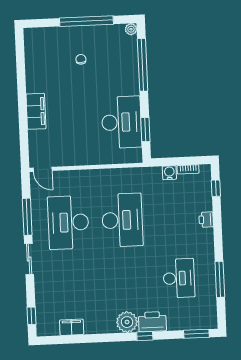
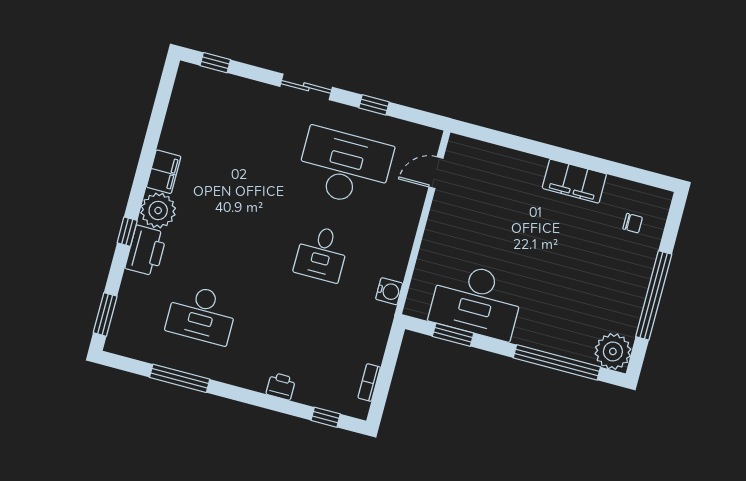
plant: (131, 29) -> (613, 351), width x1.88, depth x1.88
chair: (81, 59) -> (633, 223), moved
filing cabinet: (36, 111) -> (574, 181), moved
door: (43, 169) -> (436, 173), moved
water cooler: (169, 173) -> (389, 291), moved
window: (27, 217) -> (374, 105), width x0.46
desk: (122, 220) -> (322, 254), width x0.53, depth x0.77
filing cabinet: (72, 327) -> (164, 172), moved

